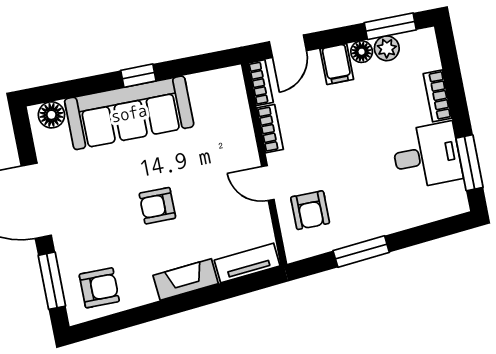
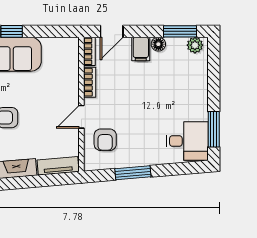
plant: (387, 48) -> (195, 45), moved
bookcase: (437, 96) -> (202, 82), removed
desk: (427, 156) -> (187, 141), moved
door: (268, 183) -> (81, 117), hinge flipped

